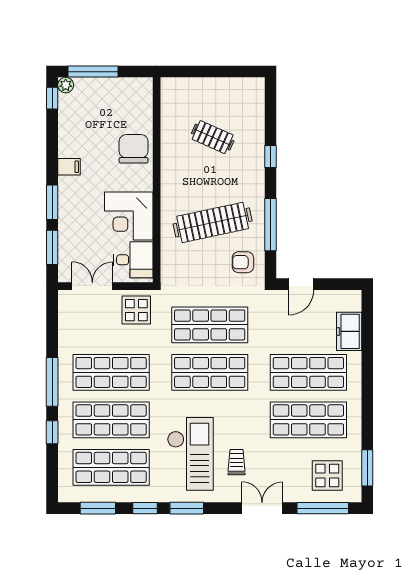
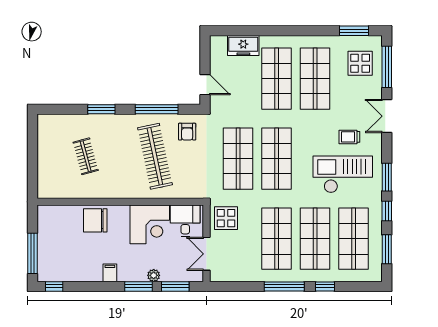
plant: (66, 85) -> (154, 275), moved
clothes rail: (213, 137) -> (86, 156), turned -39
window: (270, 156) -> (101, 109), width x1.50

